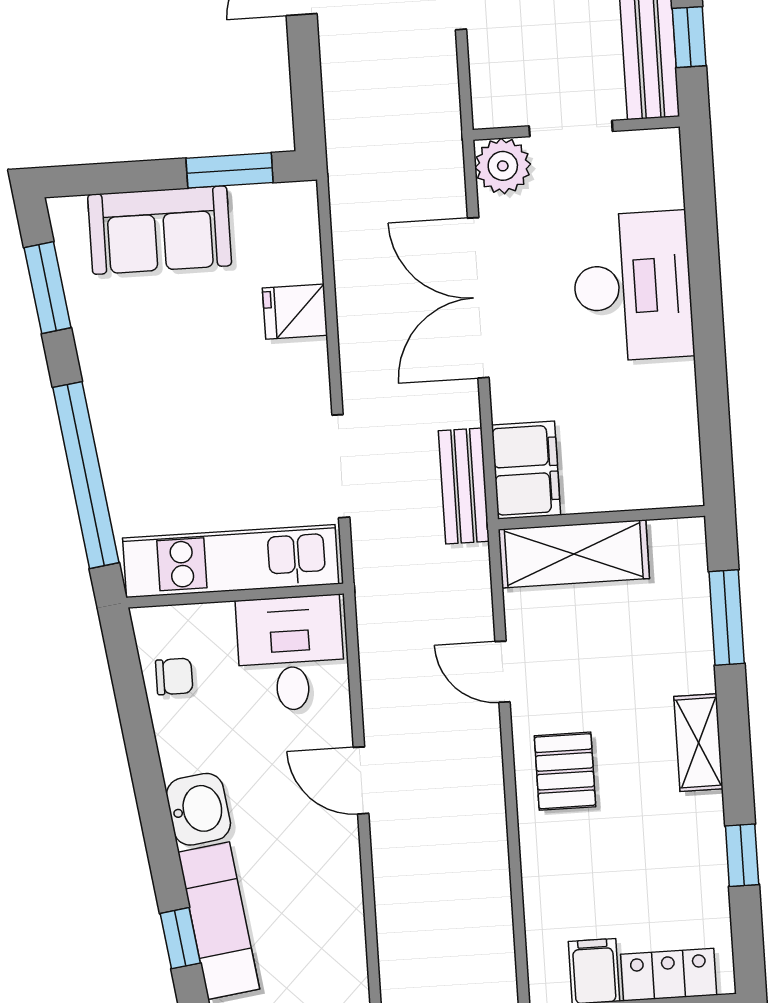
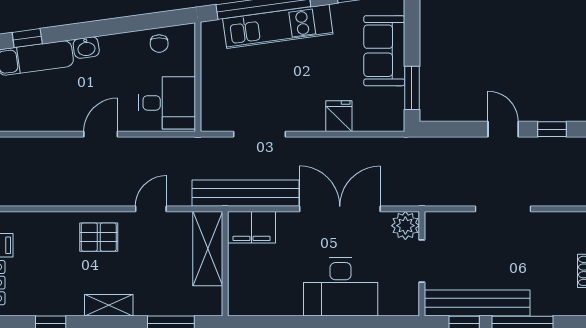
bench: (464, 486) -> (246, 193), width x1.86, depth x1.21
kitchen unit: (231, 561) -> (278, 26), moved, turned 82
washbasin: (198, 809) -> (86, 48), width x0.72, depth x0.69

